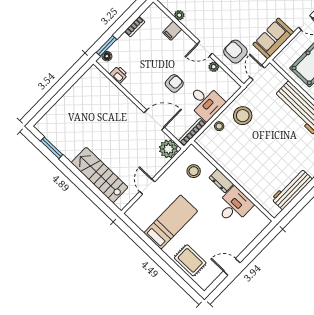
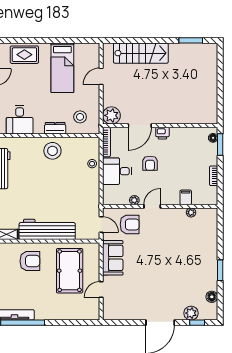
printer: (119, 75) -> (162, 133), moved
stool: (243, 116) -> (52, 151), moved
door: (147, 187) -> (101, 76), swing flipped
desk: (234, 206) -> (20, 120), moved

